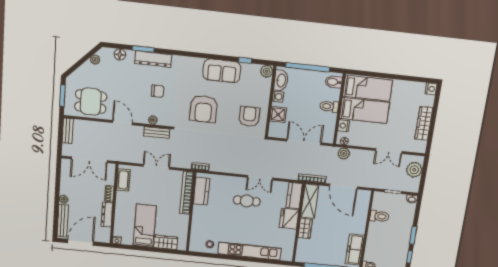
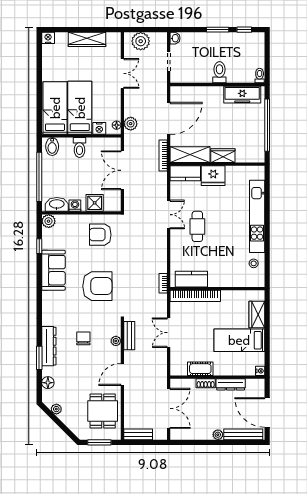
cot: (123, 180) -> (200, 369), moved
toilet: (379, 216) -> (219, 72), moved

